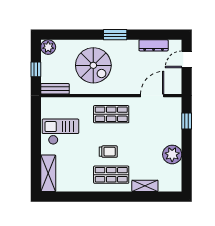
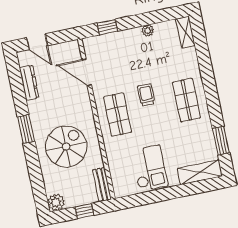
checkout: (60, 132) -> (149, 168), turned 180
trolley: (108, 152) -> (146, 95), moved
plant: (172, 154) -> (148, 31), width x0.53, depth x0.53
shelving: (145, 186) -> (185, 32), moved
window: (71, 197) -> (221, 141), added

